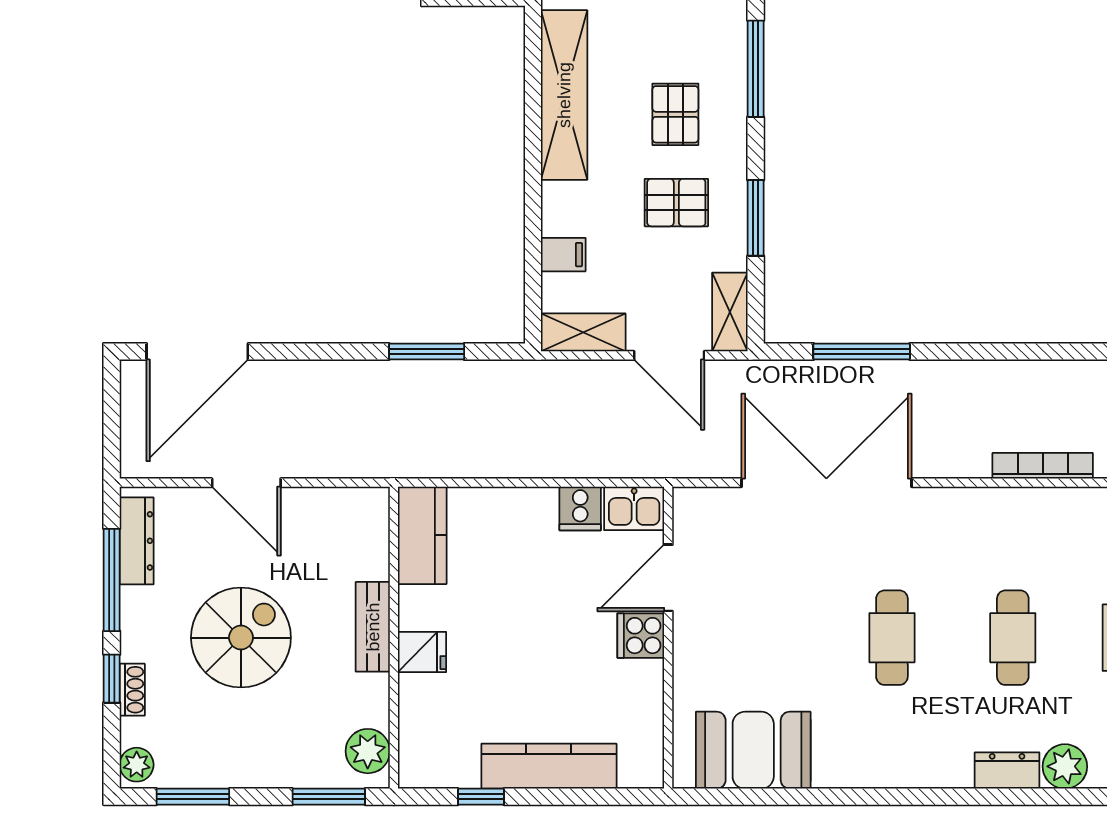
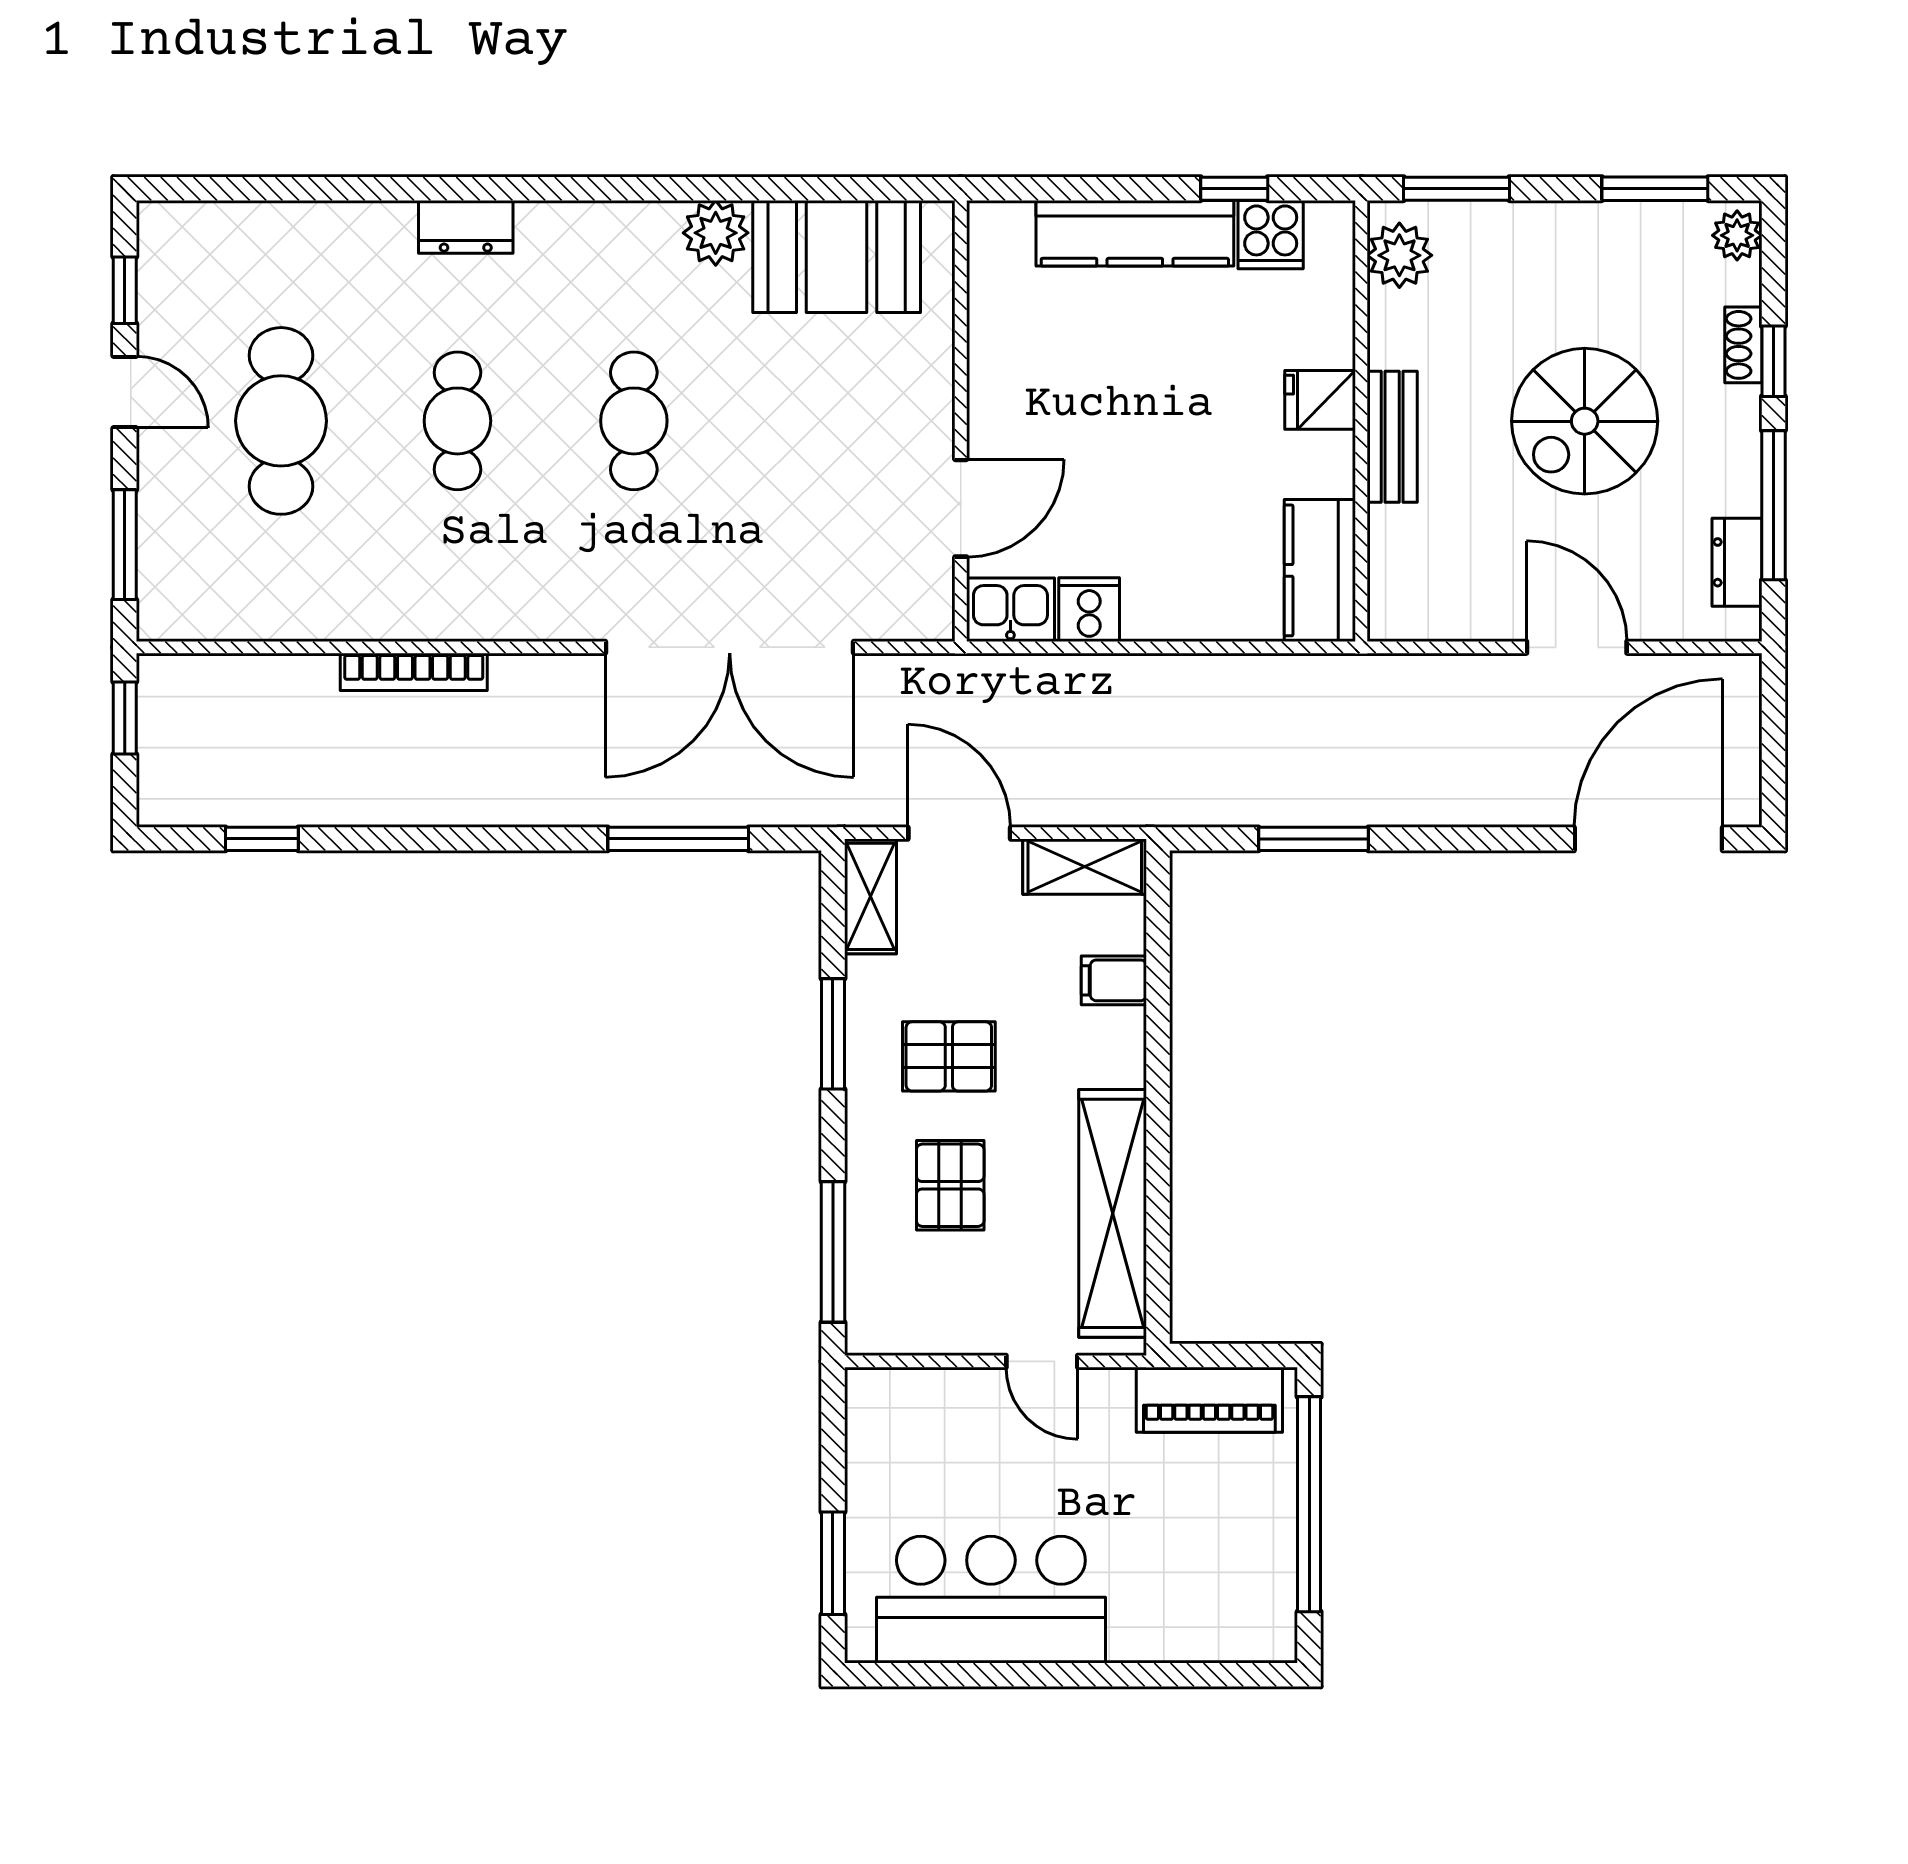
dresser: (137, 541) -> (1737, 562), width x0.70
cooker: (641, 636) -> (1271, 235), moved, turned 90
plant: (1065, 766) -> (716, 233), moved

